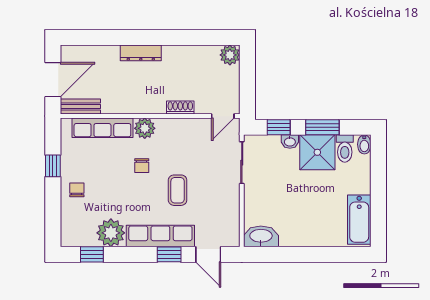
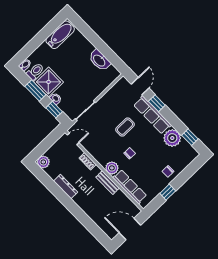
dresser: (141, 53) -> (66, 187), moved
bench: (80, 107) -> (108, 183), moved
washbasin: (261, 236) -> (99, 60), moved

